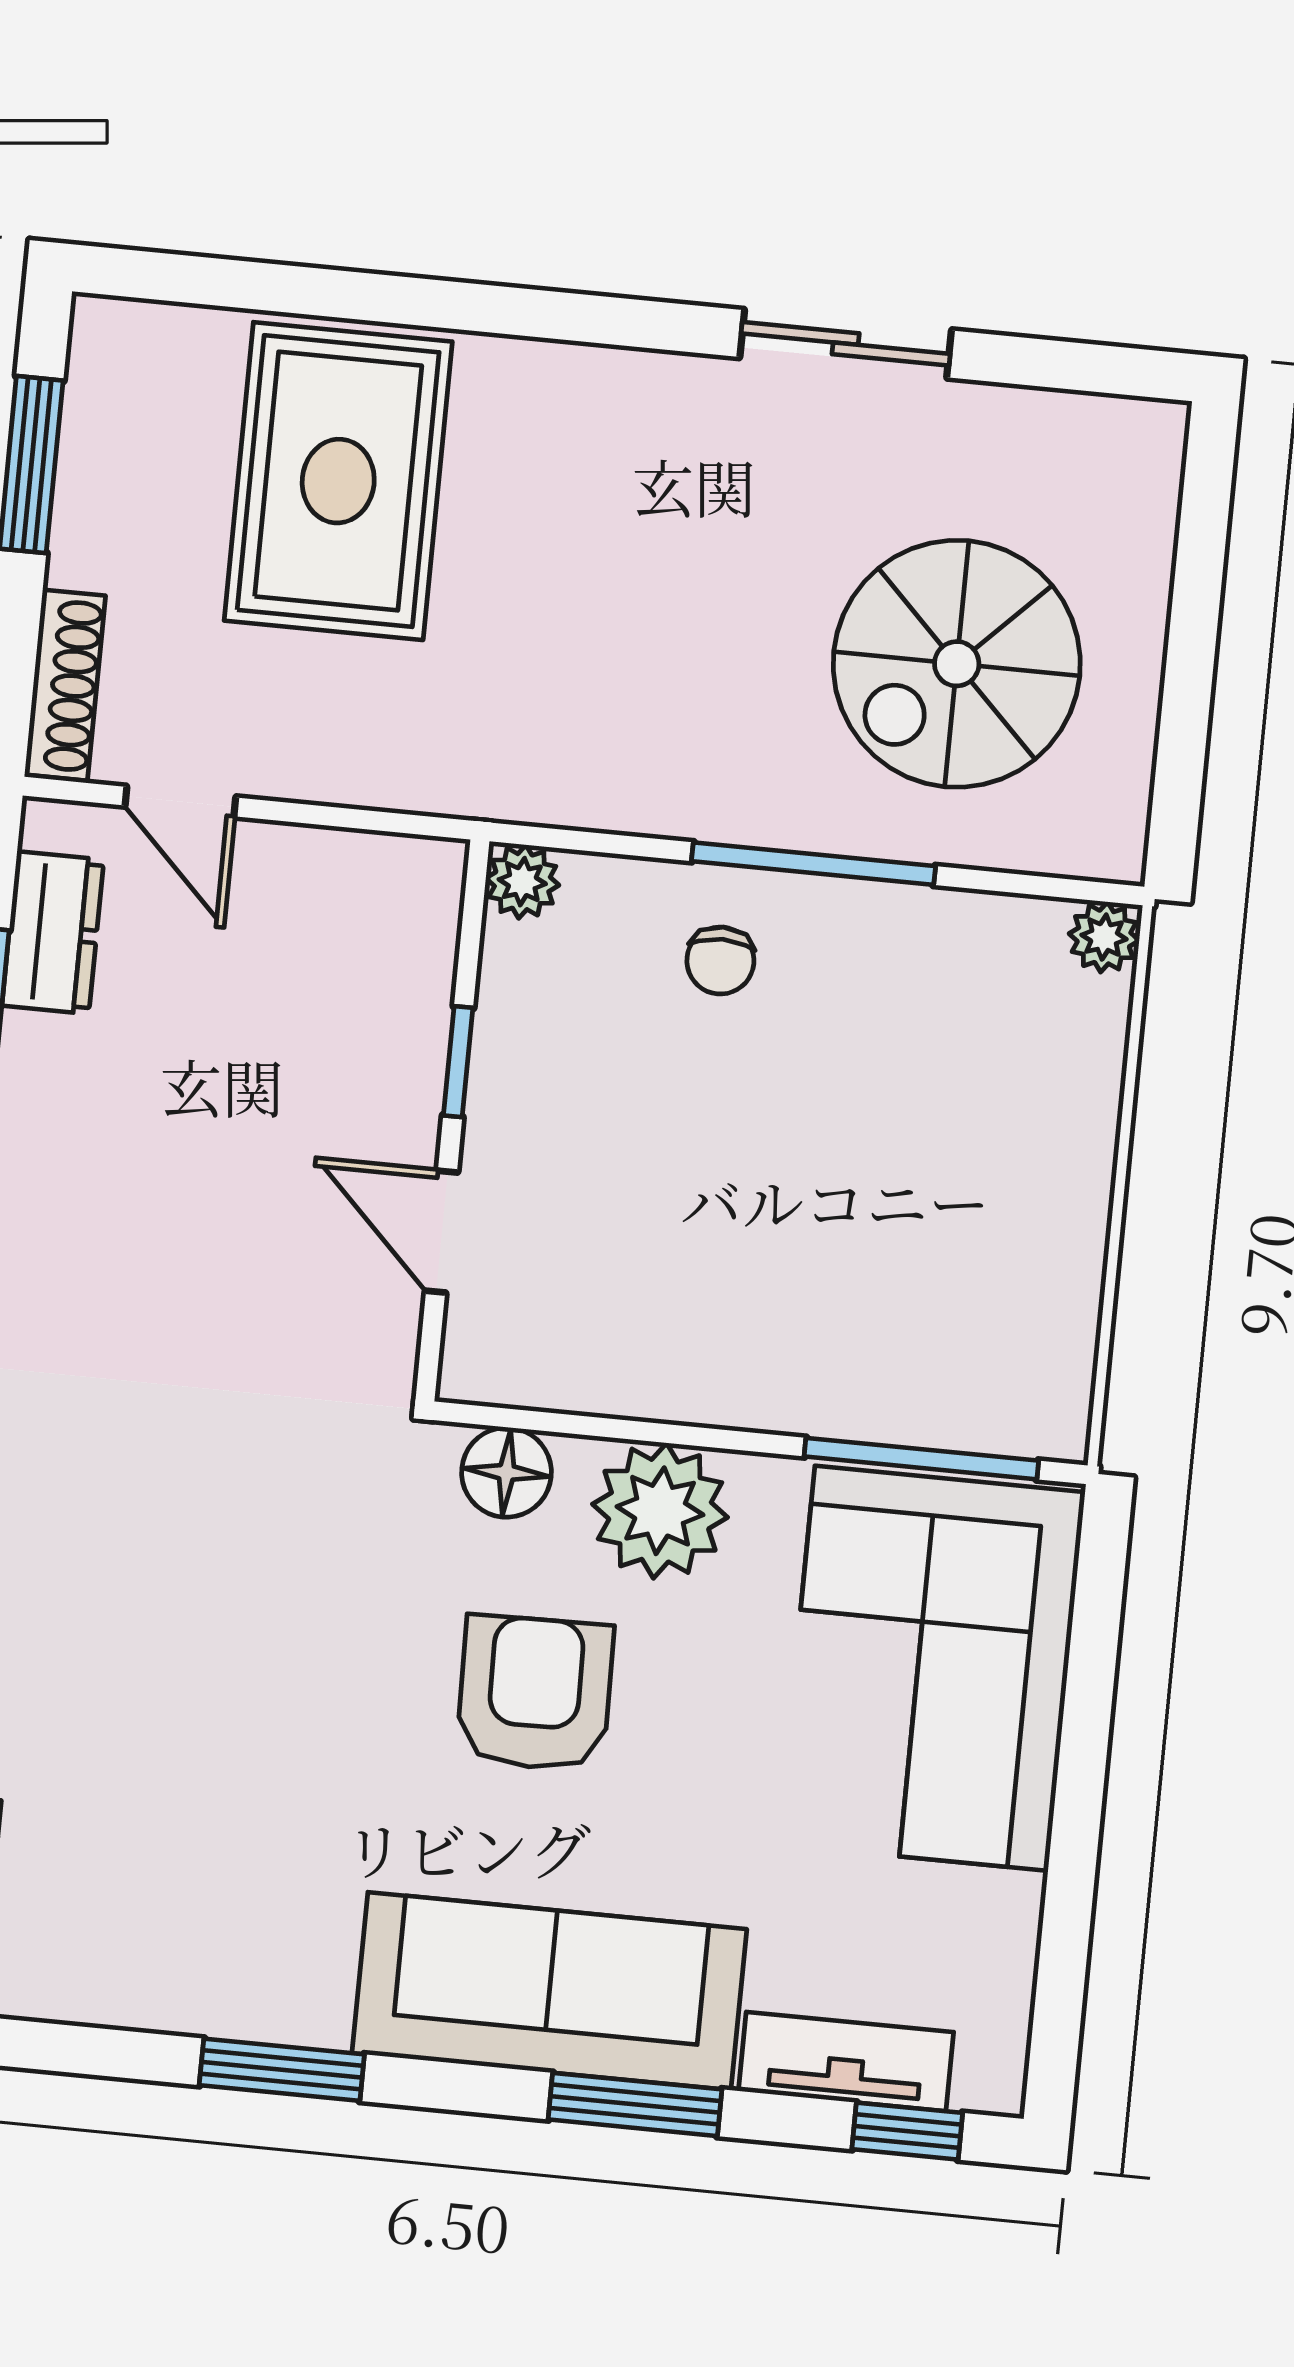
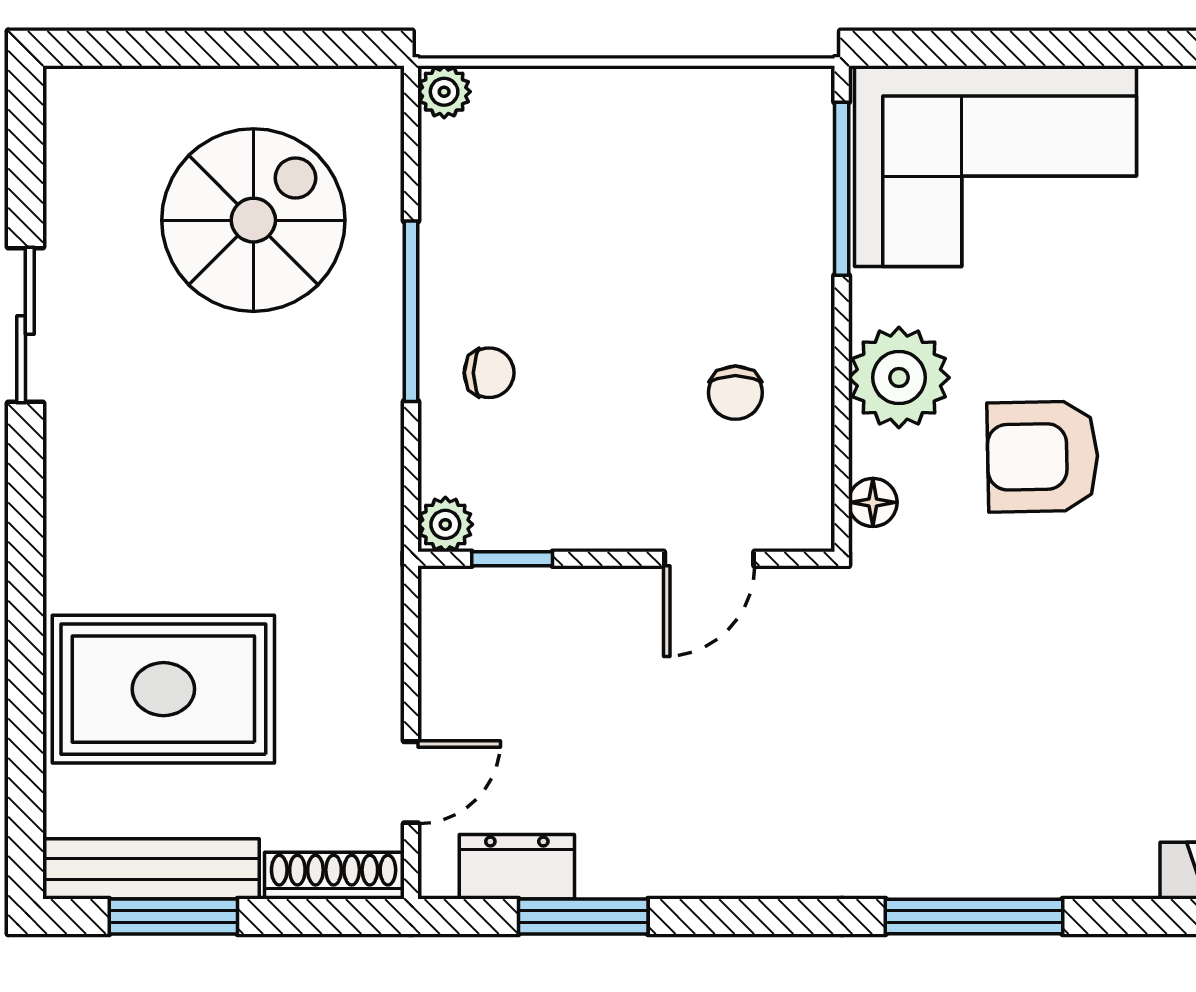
bench: (98, 441) -> (151, 869), added
spiral stairs: (957, 664) -> (253, 220), turned -90
window: (458, 1062) -> (512, 559), moved
chair: (661, 1289) -> (735, 393), added
floor lamp: (507, 1472) -> (873, 502), width x0.73, depth x0.73

